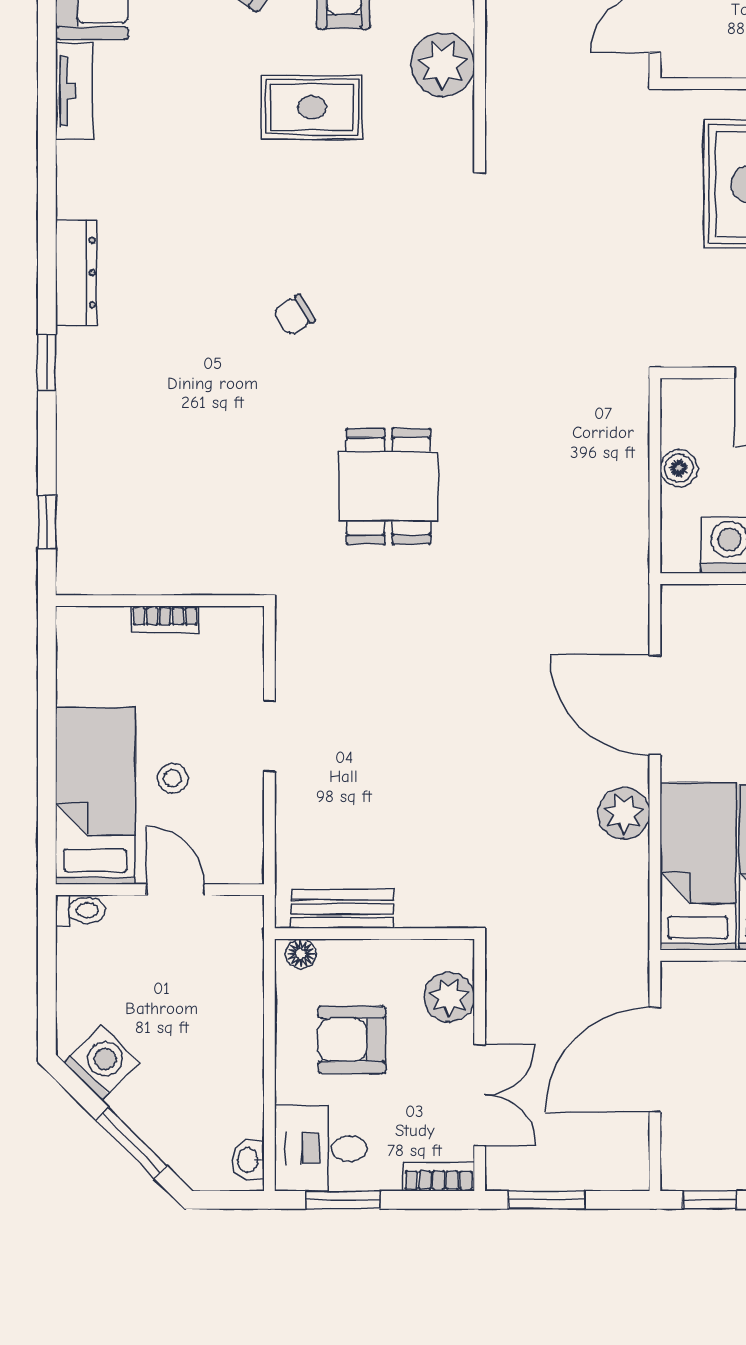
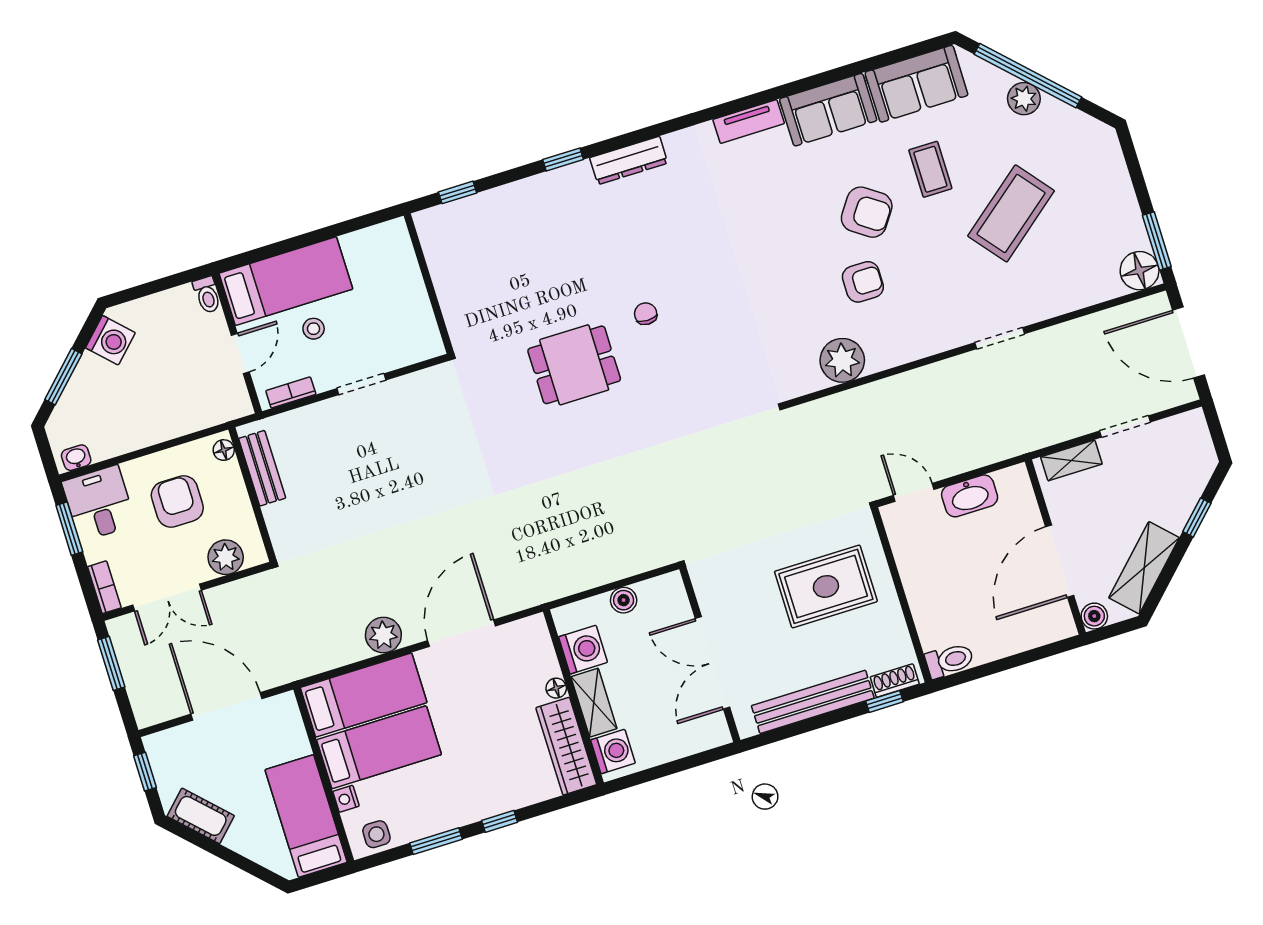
rug: (312, 107) -> (787, 282), removed
chair: (294, 315) -> (646, 314), turned 31
dining table: (388, 486) -> (574, 365), moved
bookcase: (165, 619) -> (291, 392), moved, turned 90

